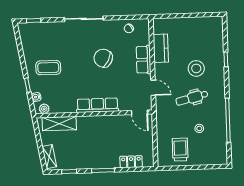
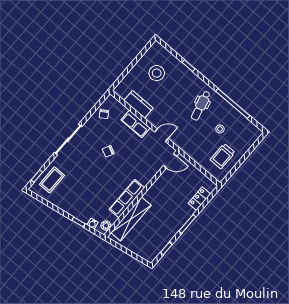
chair: (103, 58) -> (108, 151), width x0.54, depth x0.54
coffee table: (48, 68) -> (52, 180), moved
stool: (196, 68) -> (157, 73), moved
dental chair: (192, 98) -> (201, 106), moved
row of seats: (97, 105) -> (127, 199), moved
shelving: (59, 124) -> (131, 219), width x1.47
trolley: (180, 150) -> (223, 156), turned -90
shelving: (49, 157) -> (143, 253), removed

